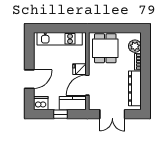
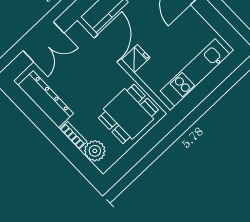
dining table: (105, 48) -> (128, 114), turned 90
double door: (112, 114) -> (44, 42), swing flipped

